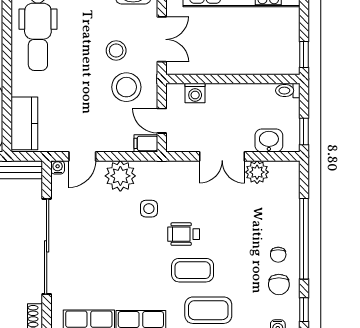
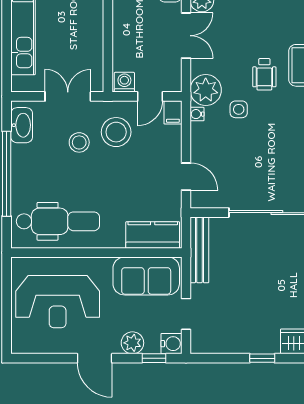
washing machine: (195, 93) -> (124, 82), moved, turned -90
water cooler: (58, 167) -> (197, 114), moved
plant: (120, 176) -> (206, 90), moved

